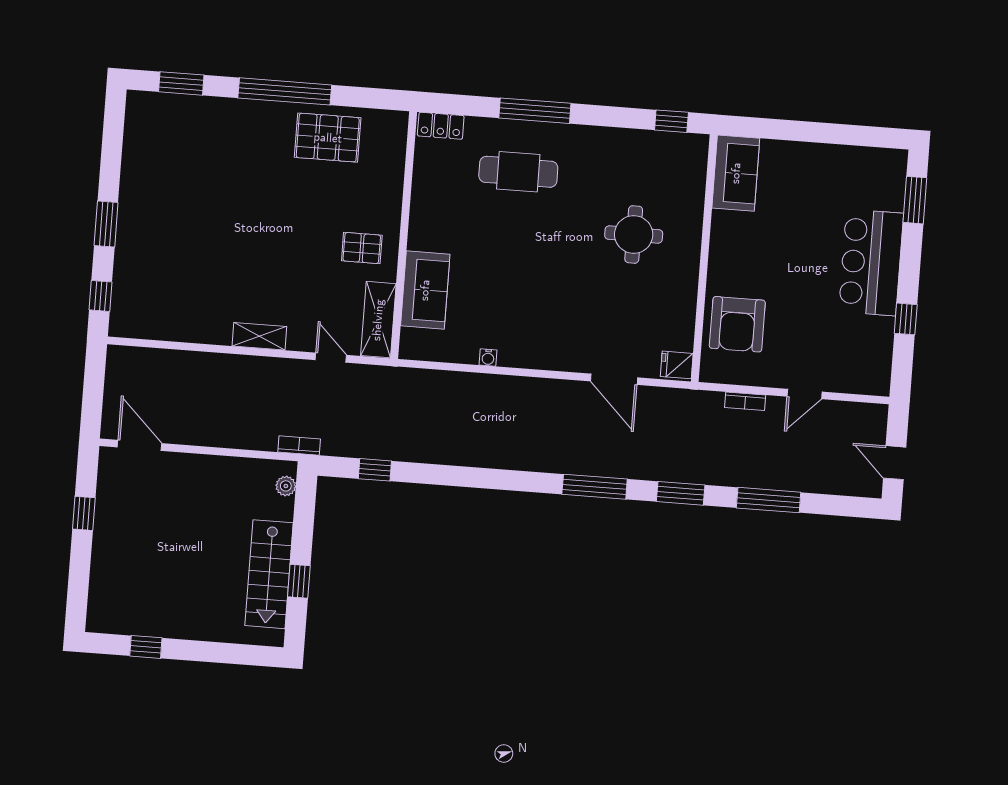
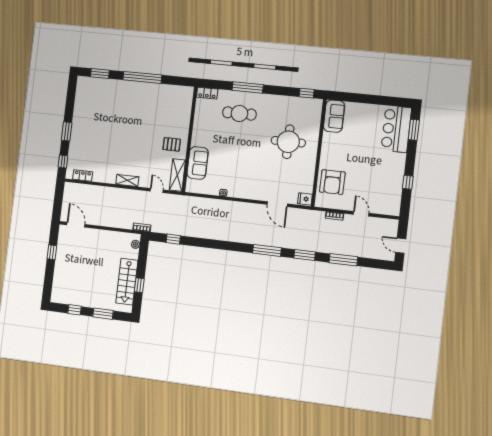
pallet: (328, 138) -> (159, 97), removed
round table: (634, 234) -> (288, 142), width x1.36, depth x1.36
bar counter: (871, 262) -> (396, 129), moved
locker: (151, 328) -> (83, 176), added
door: (805, 394) -> (361, 214), swing flipped
window: (215, 652) -> (103, 314), added

